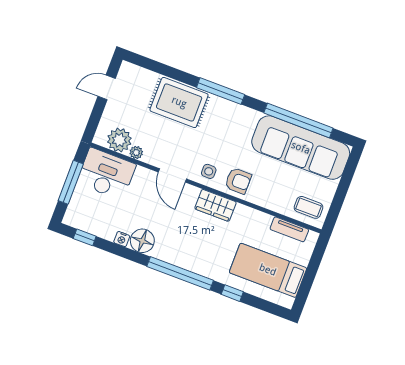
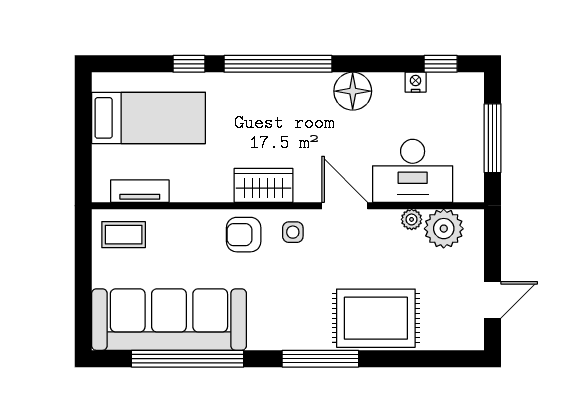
desk: (106, 174) -> (413, 171), moved
nightstand: (122, 239) -> (416, 82), moved

